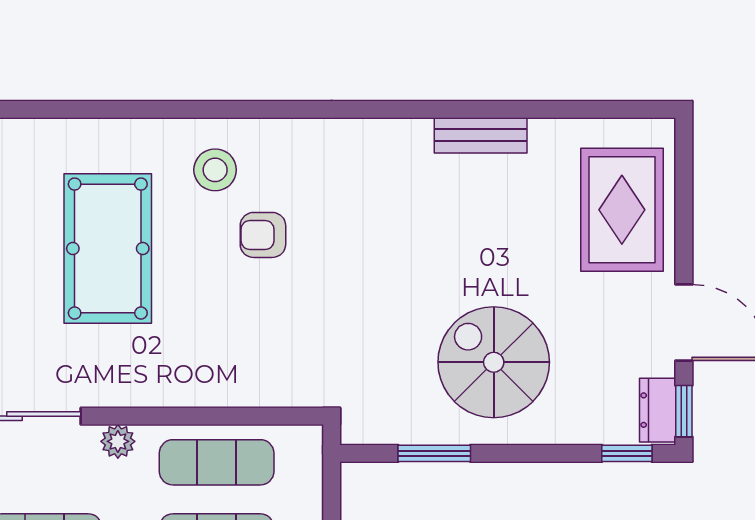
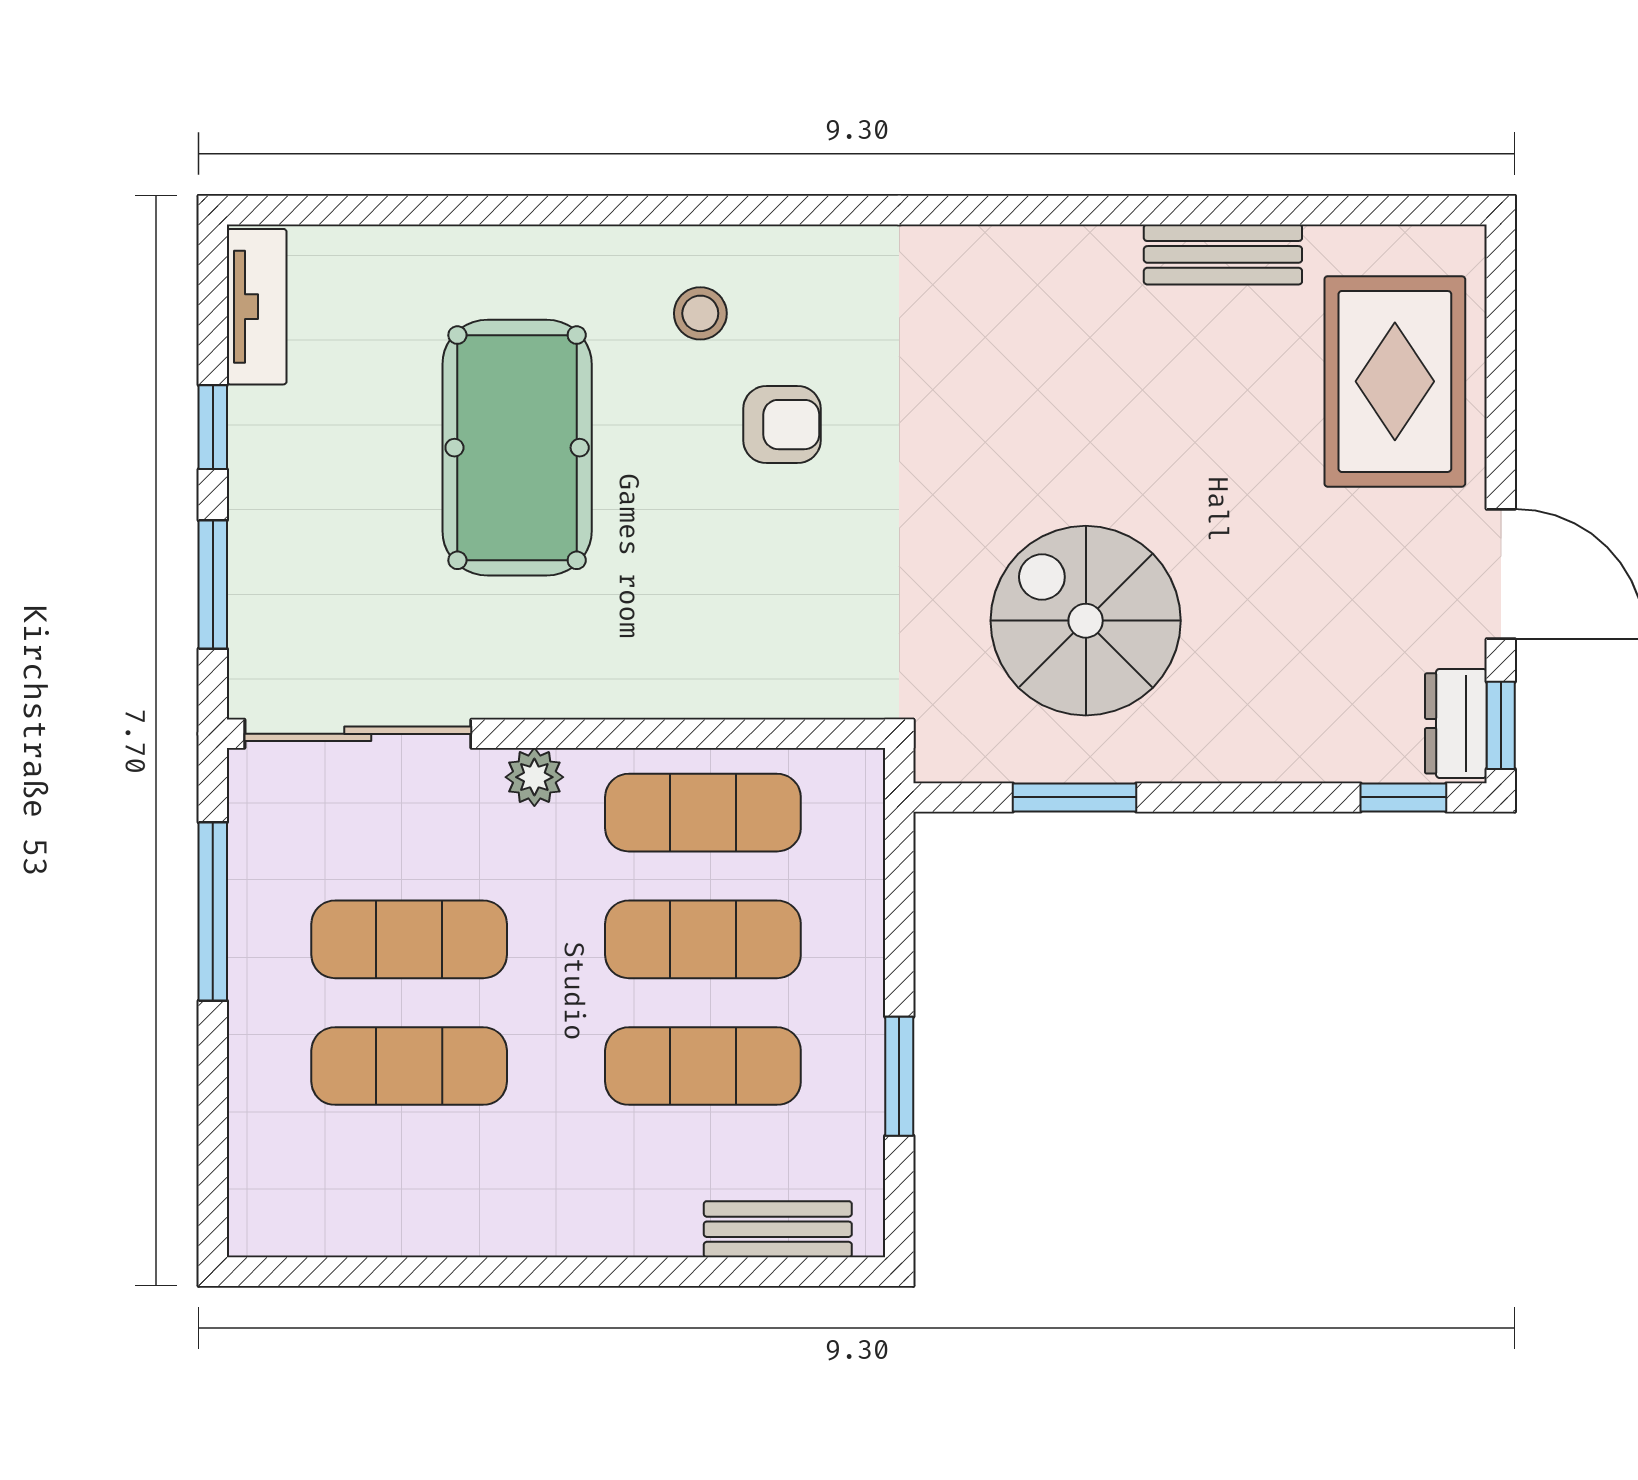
bench: (481, 135) -> (1223, 254), moved
stool: (215, 170) -> (700, 313), width x0.73, depth x0.73
armchair: (263, 235) -> (782, 425), turned 180
spiral stairs: (494, 362) -> (1086, 621), moved

